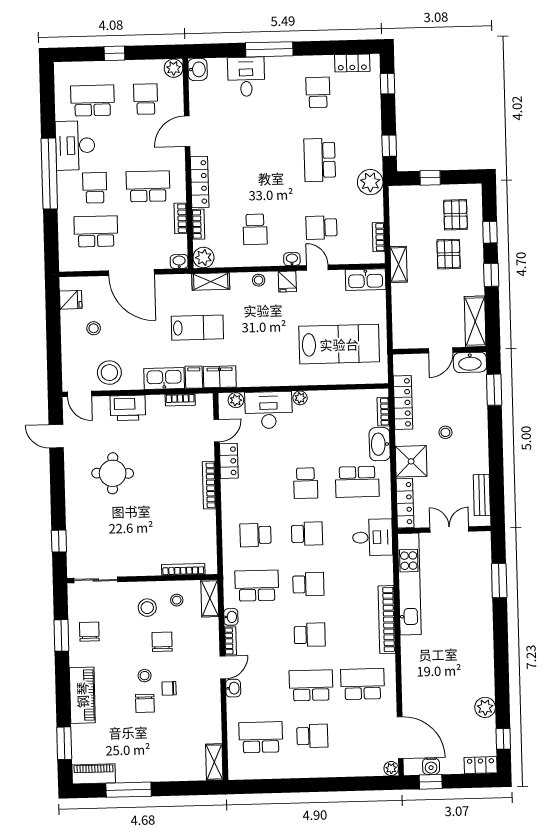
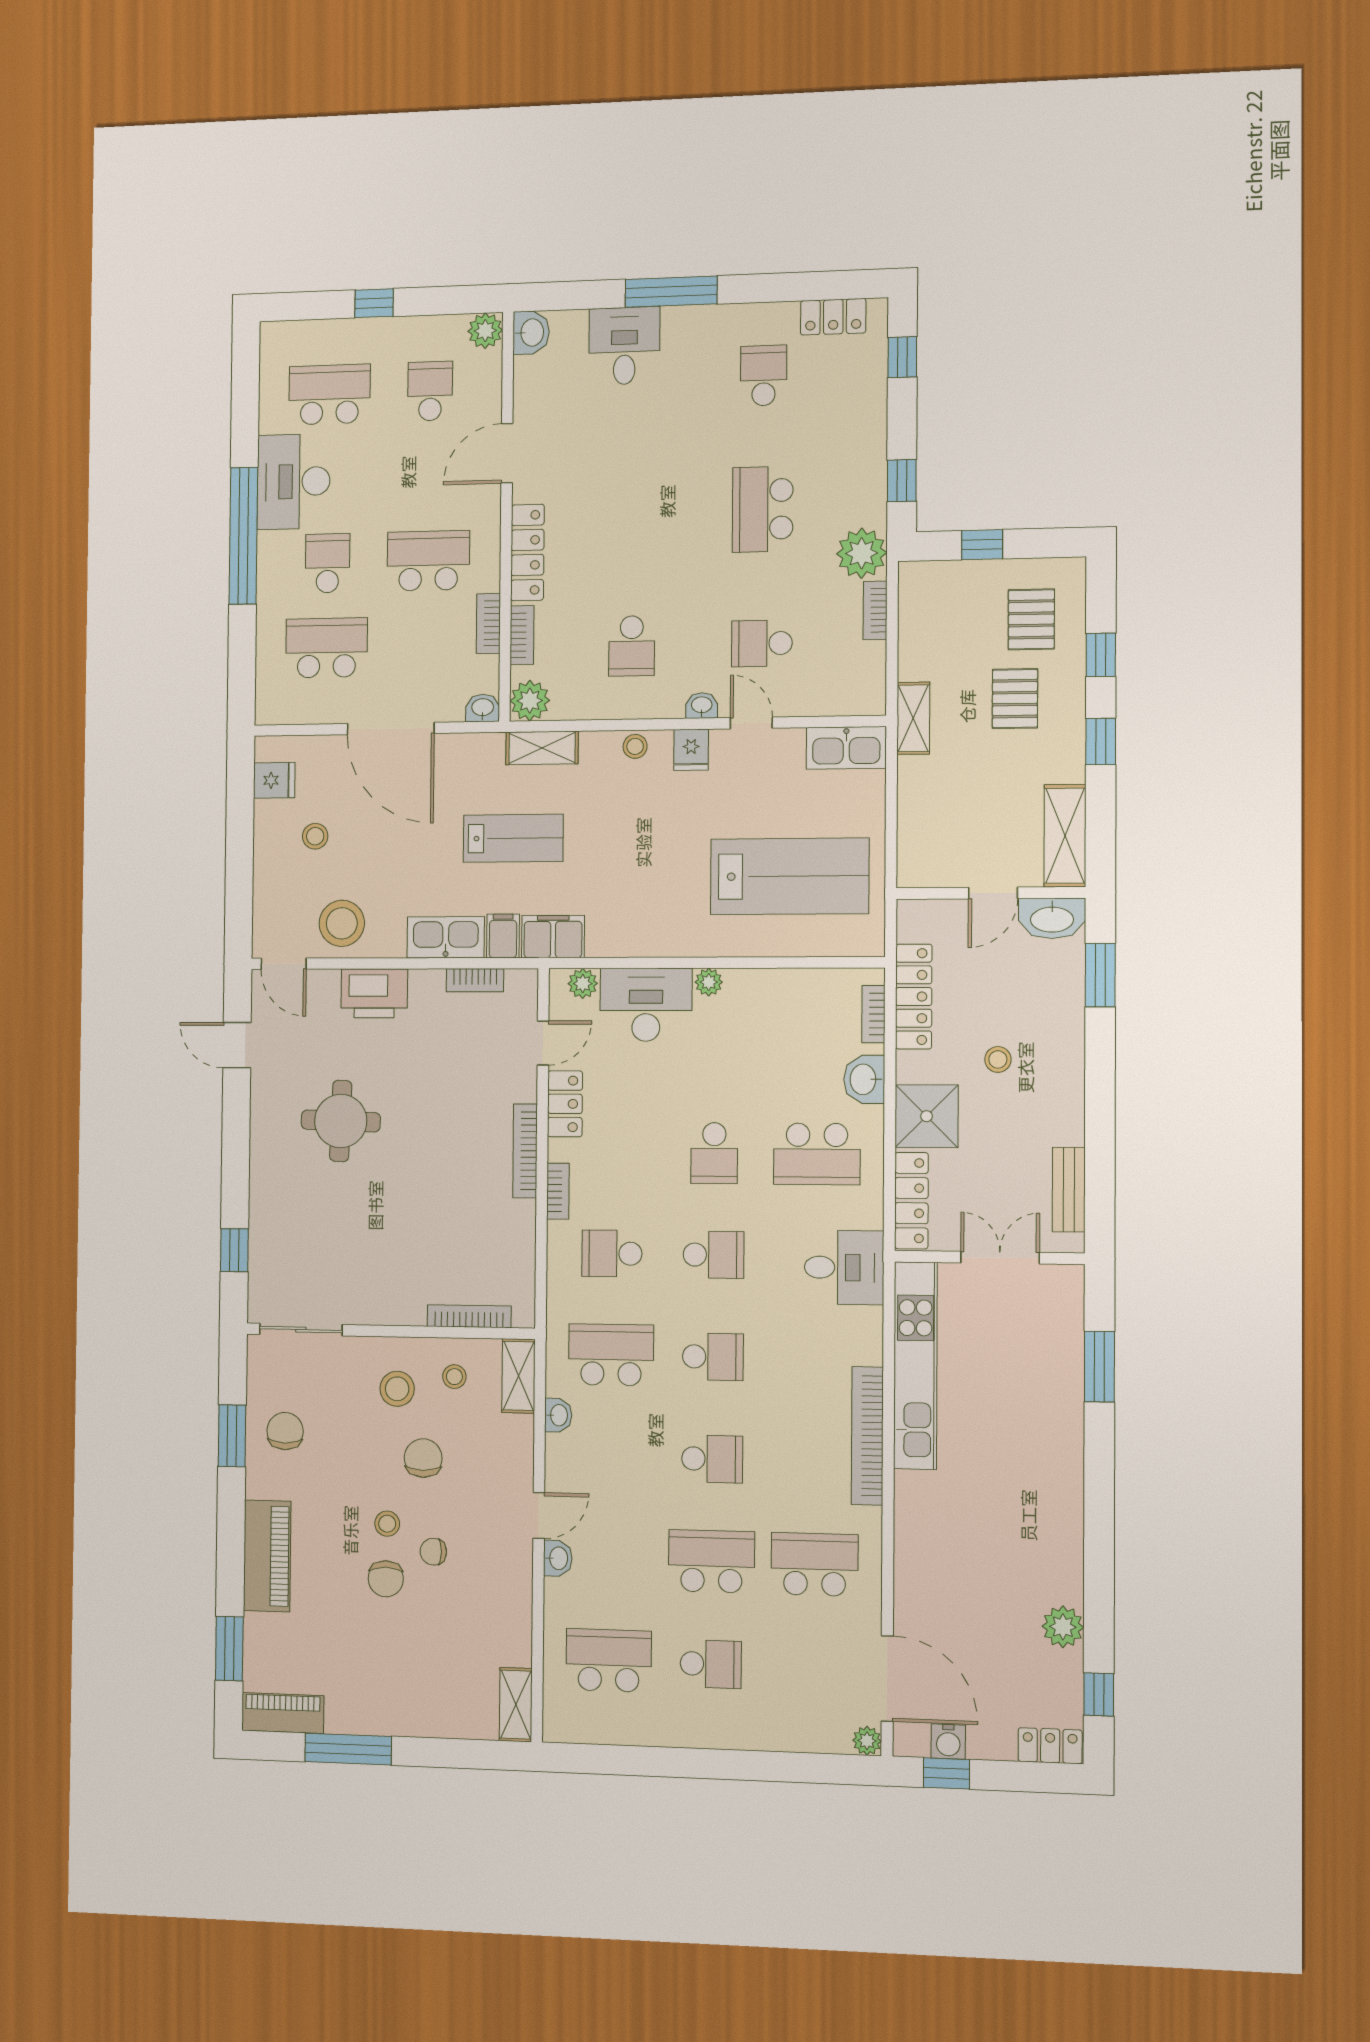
bookcase: (379, 237) -> (875, 610), moved
washbasin: (380, 444) -> (864, 1079), width x0.72
bookcase: (230, 641) -> (558, 1191), moved

